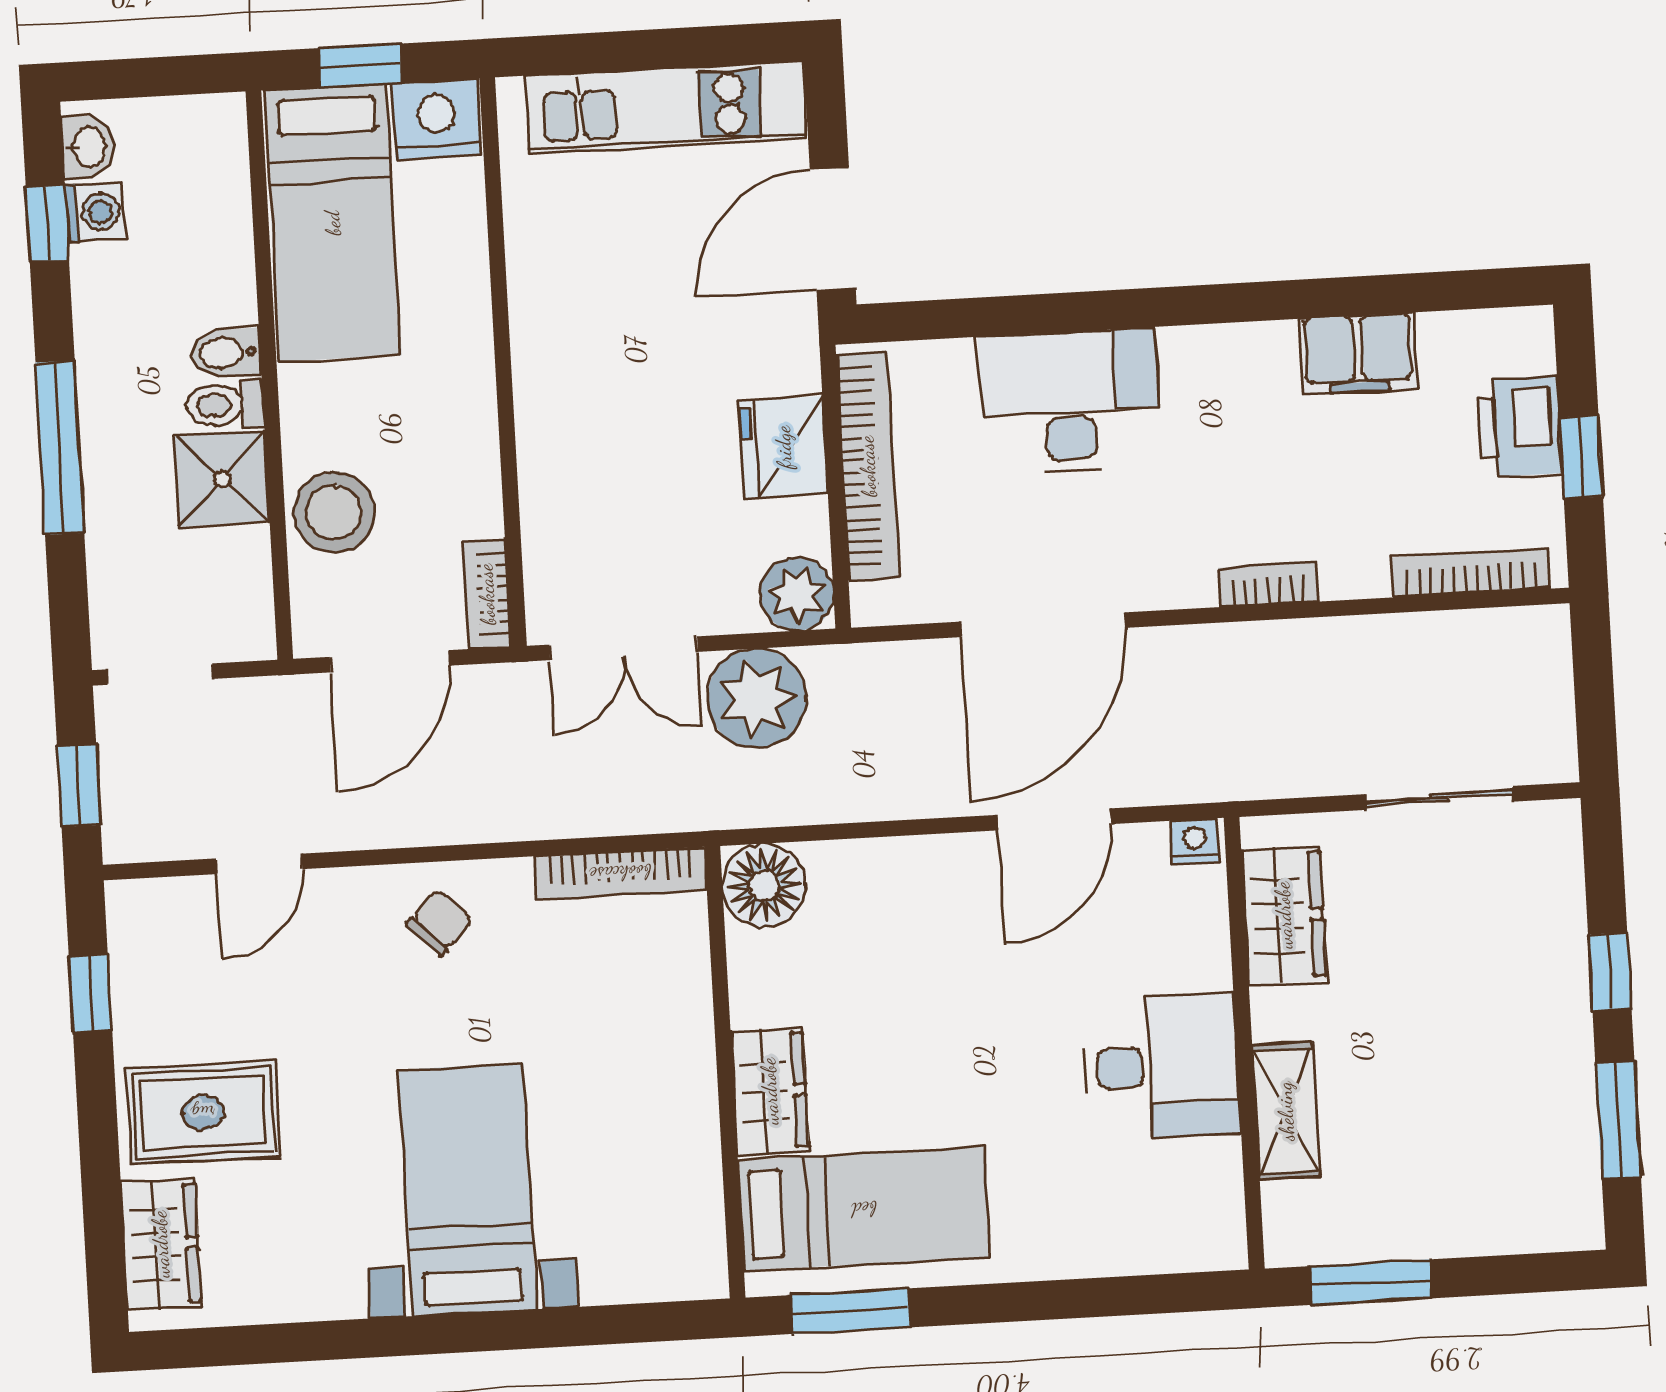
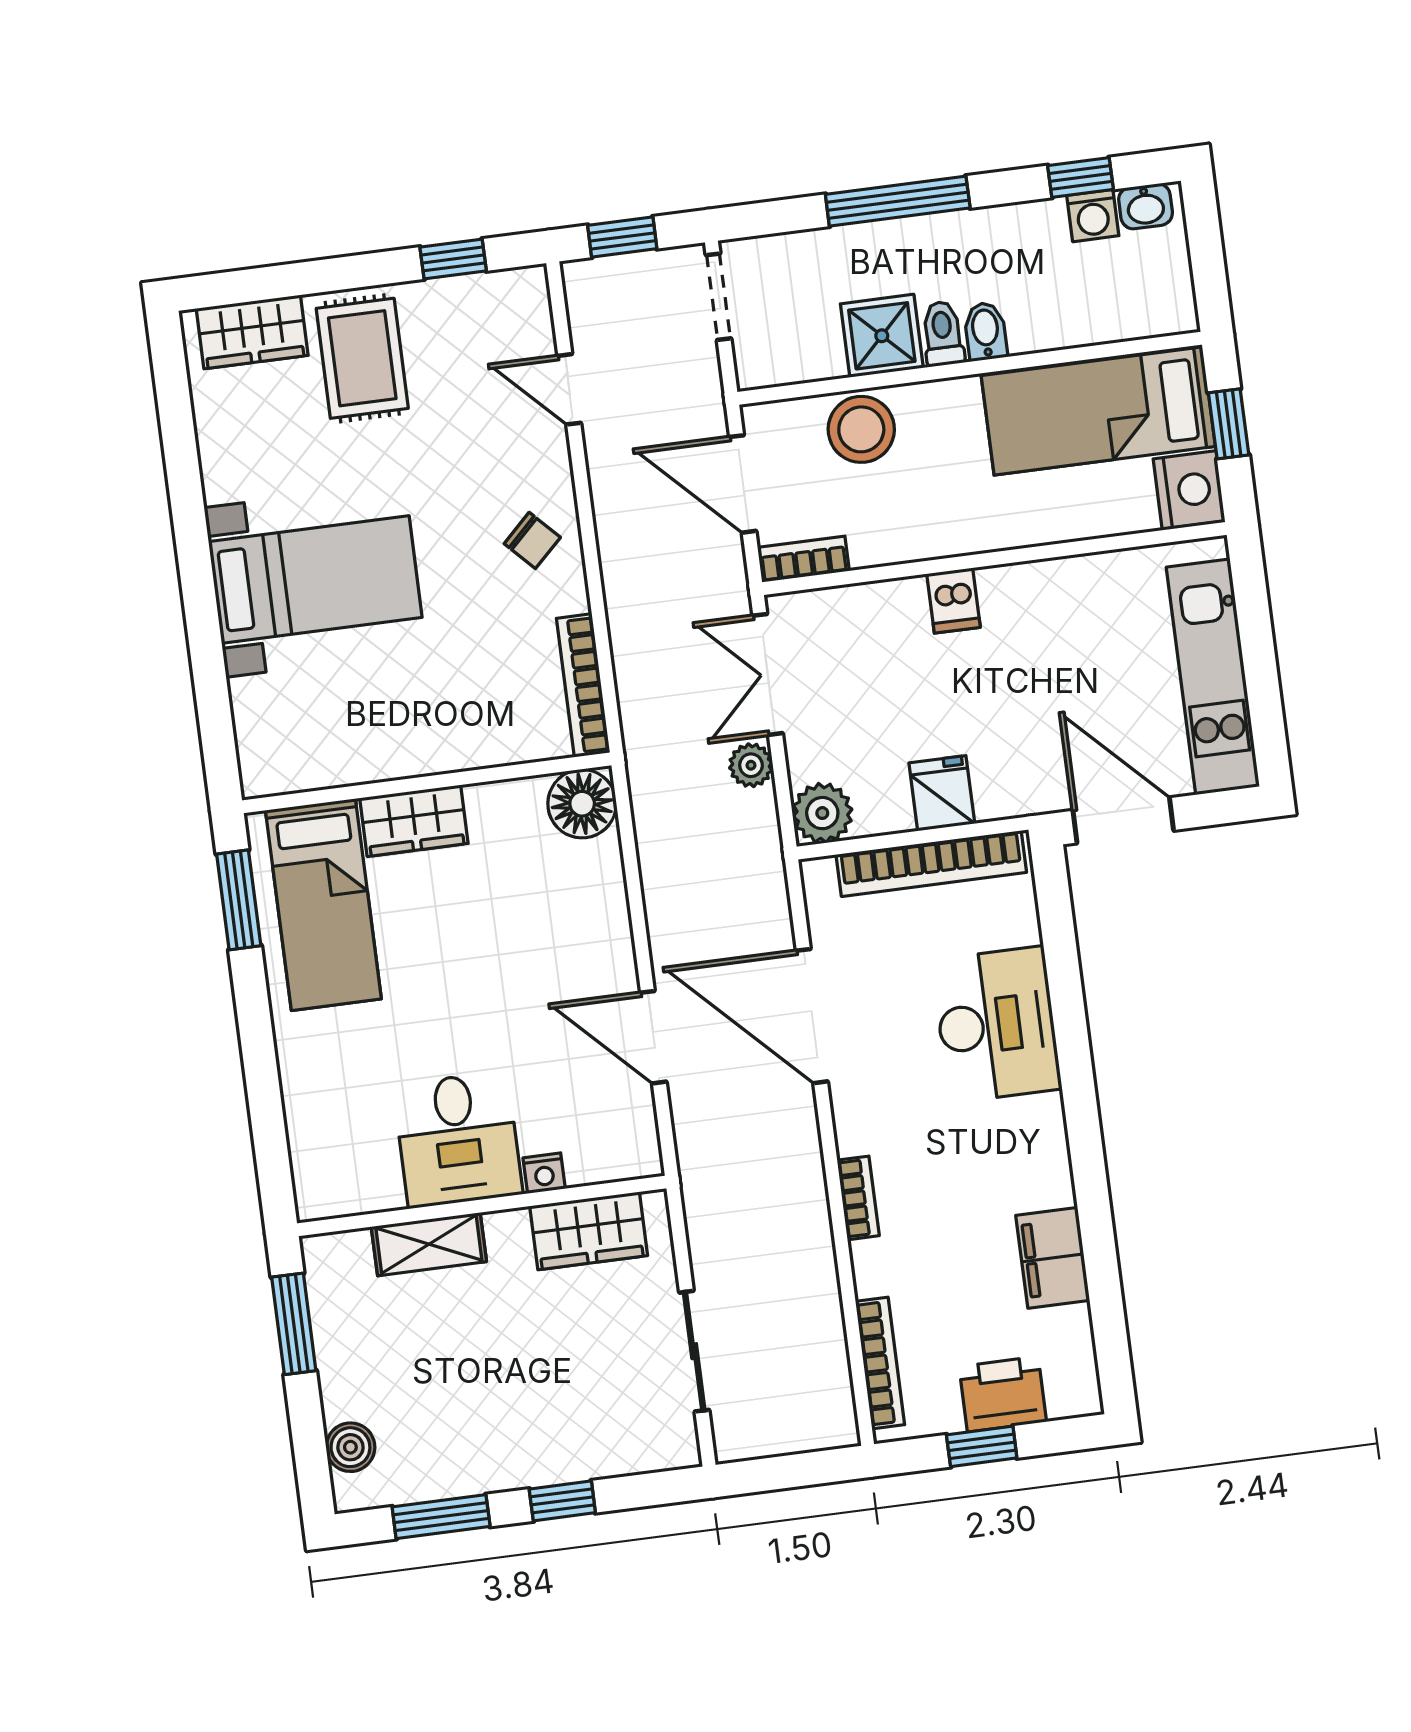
dishwasher: (550, 416) -> (953, 601), added
fridge: (784, 447) -> (942, 793), width x0.72
plant: (757, 698) -> (751, 765), width x0.53, depth x0.53
nightstand: (1195, 841) -> (544, 1173), moved, turned 90
boiler: (1526, 1224) -> (350, 1447), added

